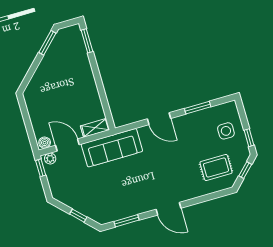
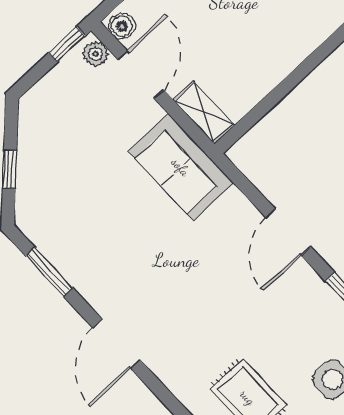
sofa: (112, 148) -> (181, 167), width x0.73

